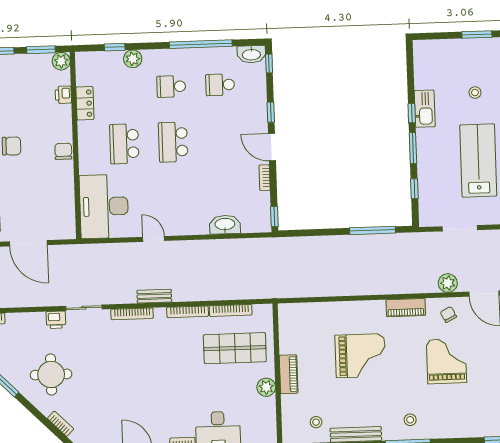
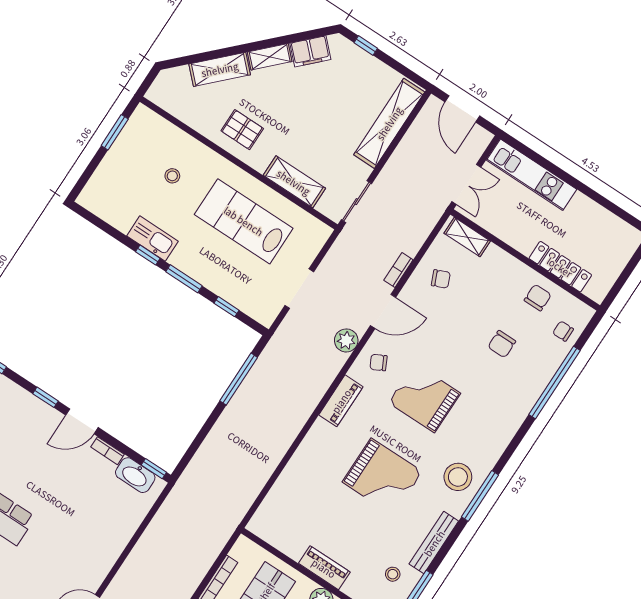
washbasin: (225, 225) -> (135, 475), moved, turned -90
grand piano: (360, 356) -> (382, 477), moved, turned 90
stool: (410, 420) -> (458, 477), width x1.89, depth x1.89

